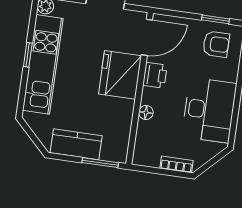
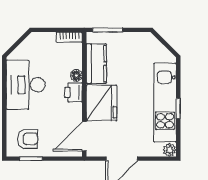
armchair: (216, 44) -> (28, 139), turned 180
printer: (155, 75) -> (73, 92), moved
kitchen counter: (76, 144) -> (96, 64), moved, turned -90
bookcase: (176, 165) -> (69, 37), moved

